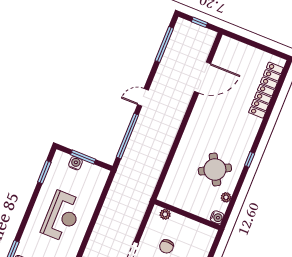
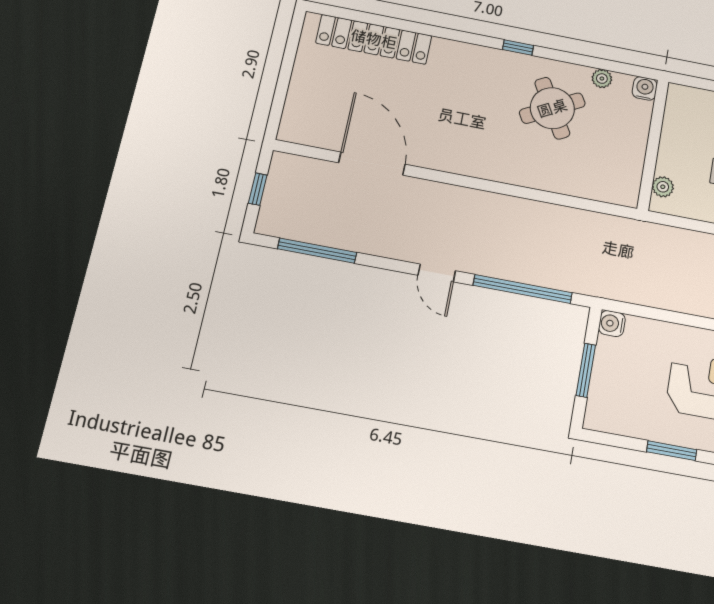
water cooler: (75, 163) -> (612, 324), moved
window: (44, 172) -> (672, 451), moved

